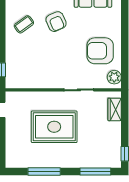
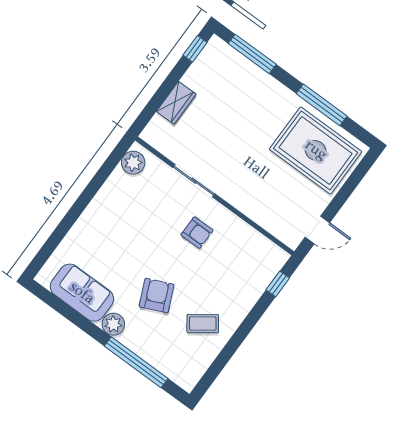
armchair: (100, 51) -> (197, 233), moved, width x0.53, depth x0.53
wardrobe: (115, 109) -> (176, 103), moved
rug: (54, 127) -> (316, 150), moved

